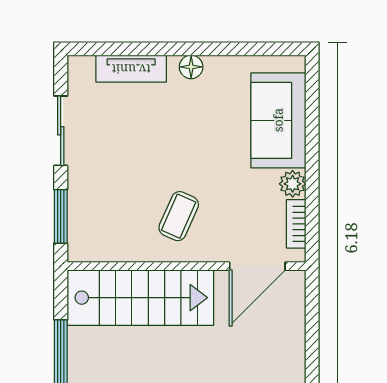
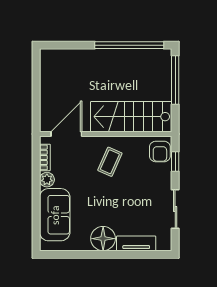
floor lamp: (191, 67) -> (103, 239), width x1.89, depth x1.89
window: (61, 216) -> (175, 162), width x0.67
armchair: (88, 235) -> (160, 151), added

